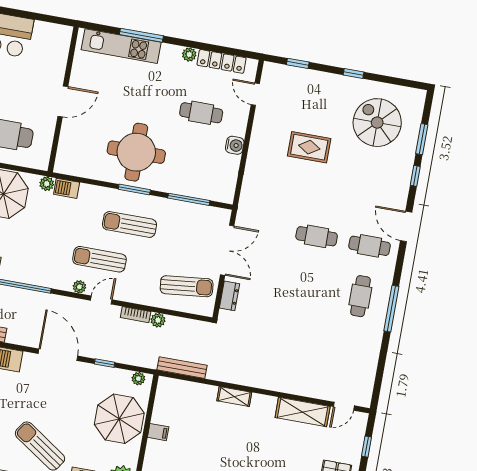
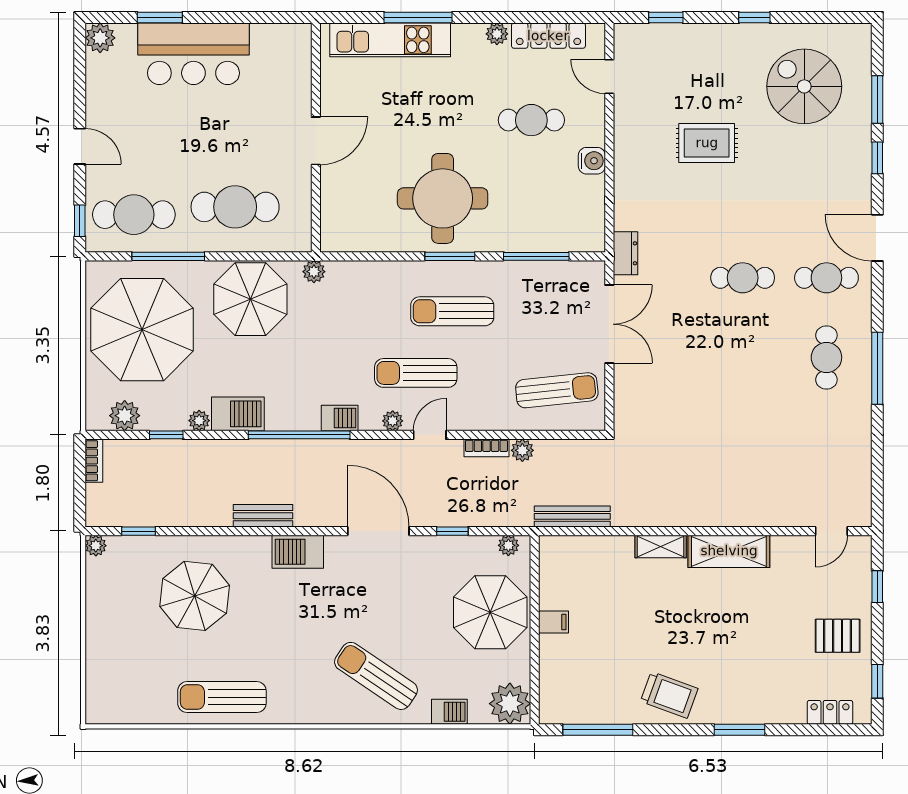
barbecue: (67, 188) -> (340, 418), moved, turned 180
dresser: (230, 296) -> (625, 253), moved
shelving: (303, 412) -> (729, 551), moved

